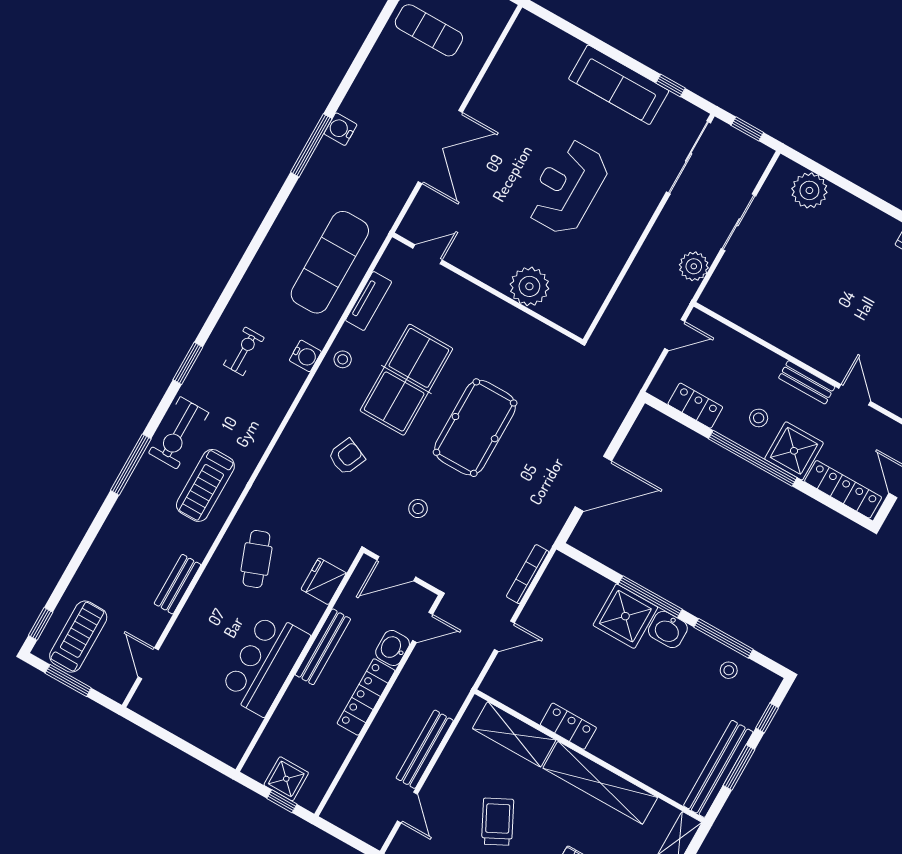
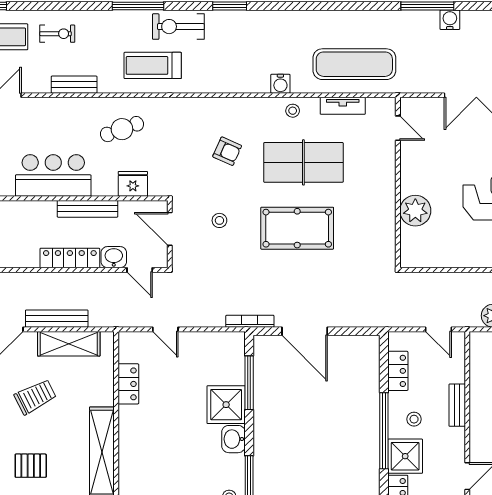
exercise bike: (244, 351) -> (57, 34), moved
bench: (807, 382) -> (457, 405), moved
bookcase: (528, 574) -> (250, 321), moved
window: (650, 597) -> (249, 383), moved
locker: (568, 726) -> (128, 384), moved
shelving: (514, 734) -> (69, 344), moved, turned 90

